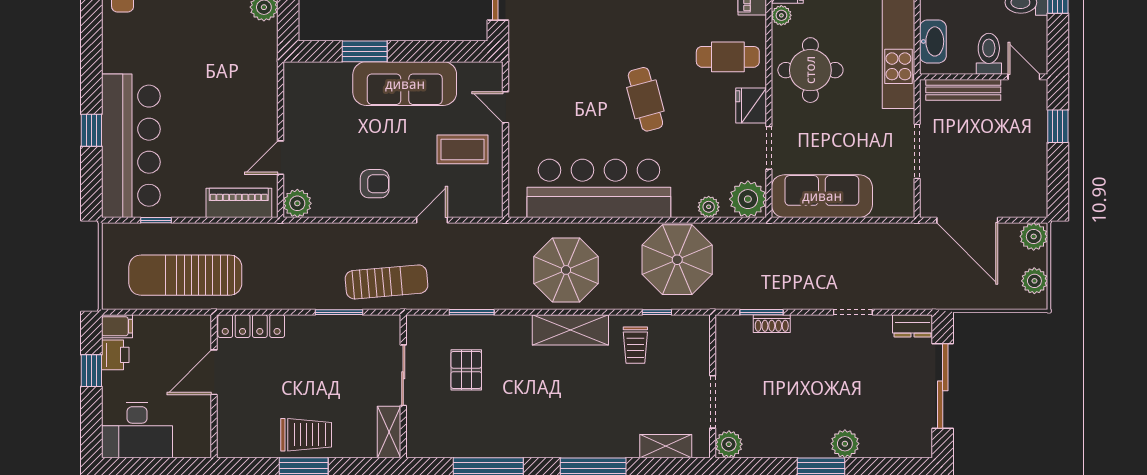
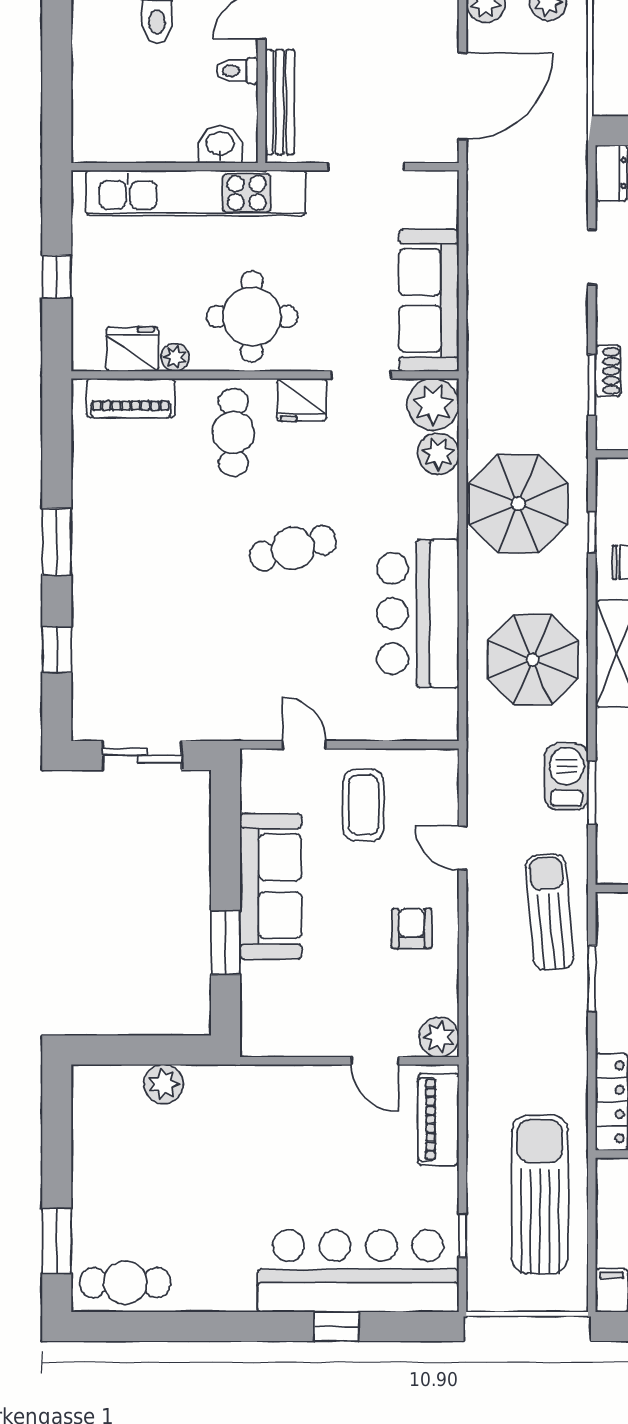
washbasin: (933, 41) -> (220, 144), width x0.72
toilet: (989, 54) -> (237, 71), width x0.73, depth x0.72
door: (506, 107) -> (304, 745), swing flipped
bar counter: (599, 188) -> (418, 613), width x0.73
plant: (709, 207) -> (438, 454), width x1.38, depth x1.38
sun lounger: (185, 275) -> (540, 1194), turned 180
barbecue: (483, 294) -> (567, 777), added

